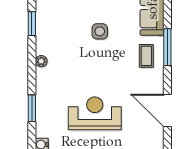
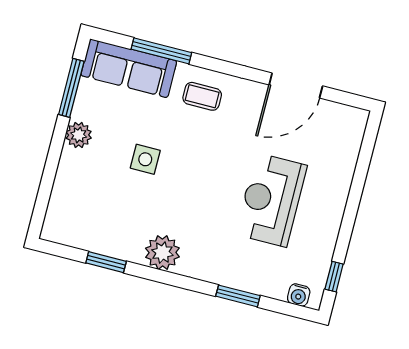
window: (167, 47) -> (161, 51), moved
plant: (41, 61) -> (162, 253), width x1.87, depth x1.87

